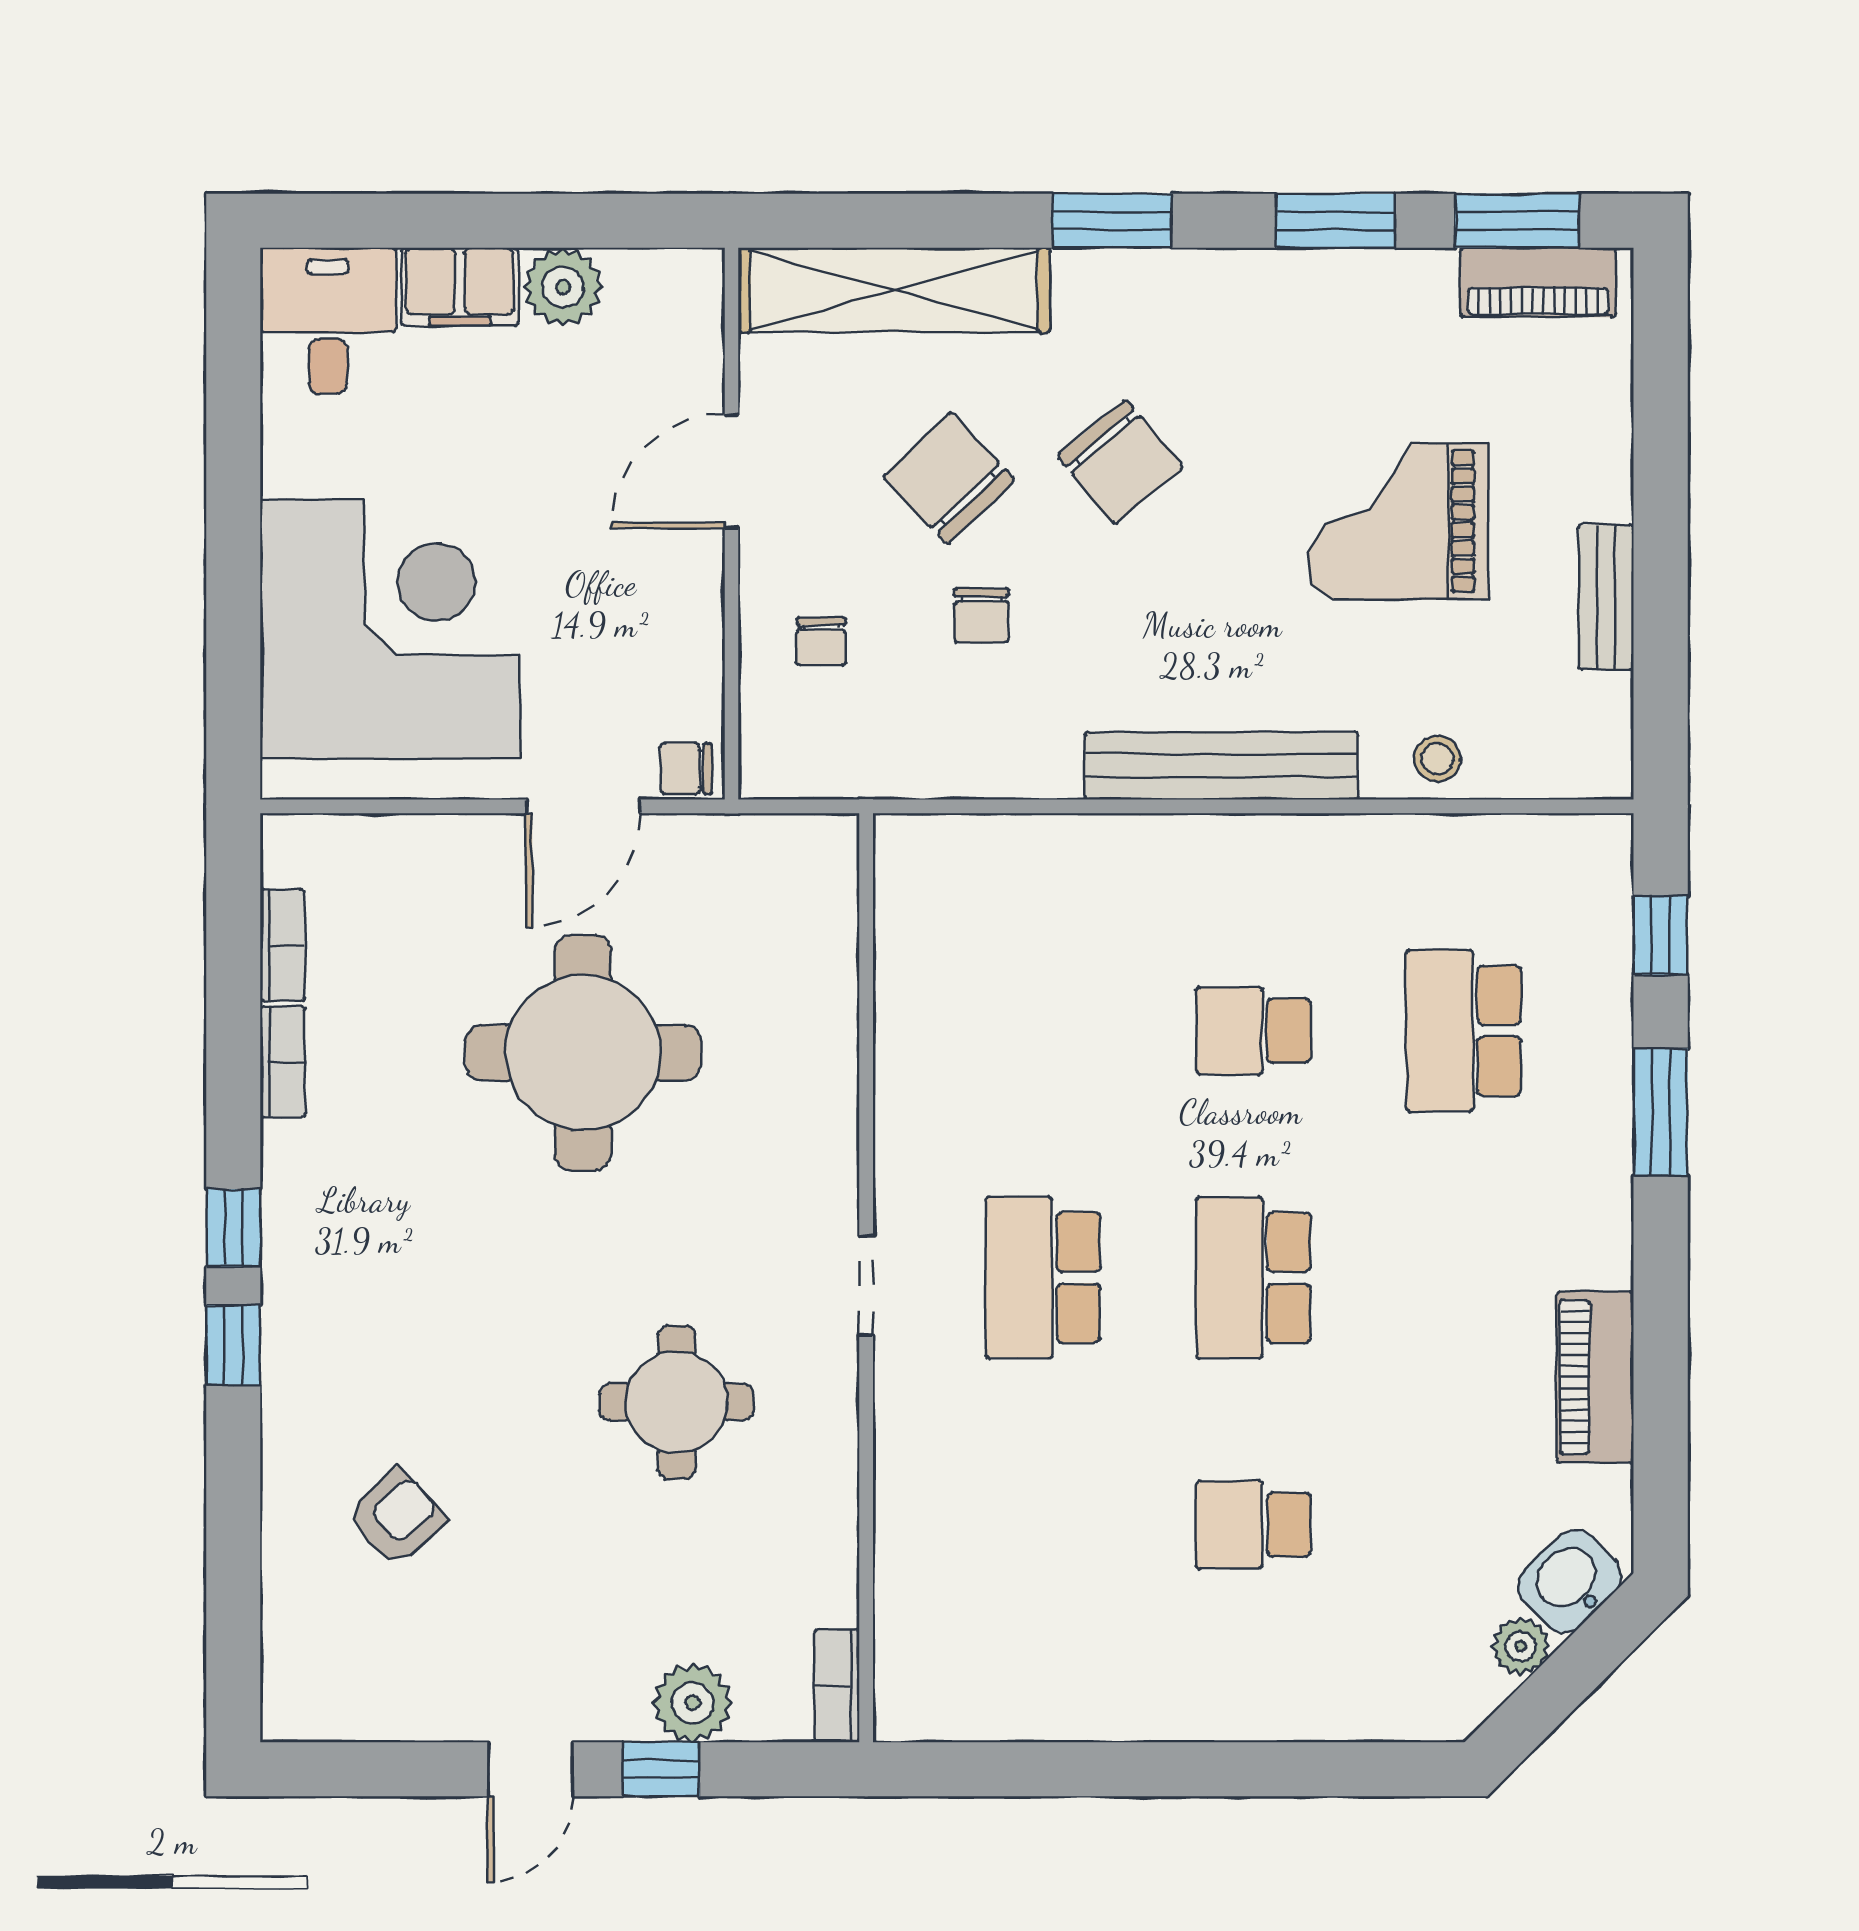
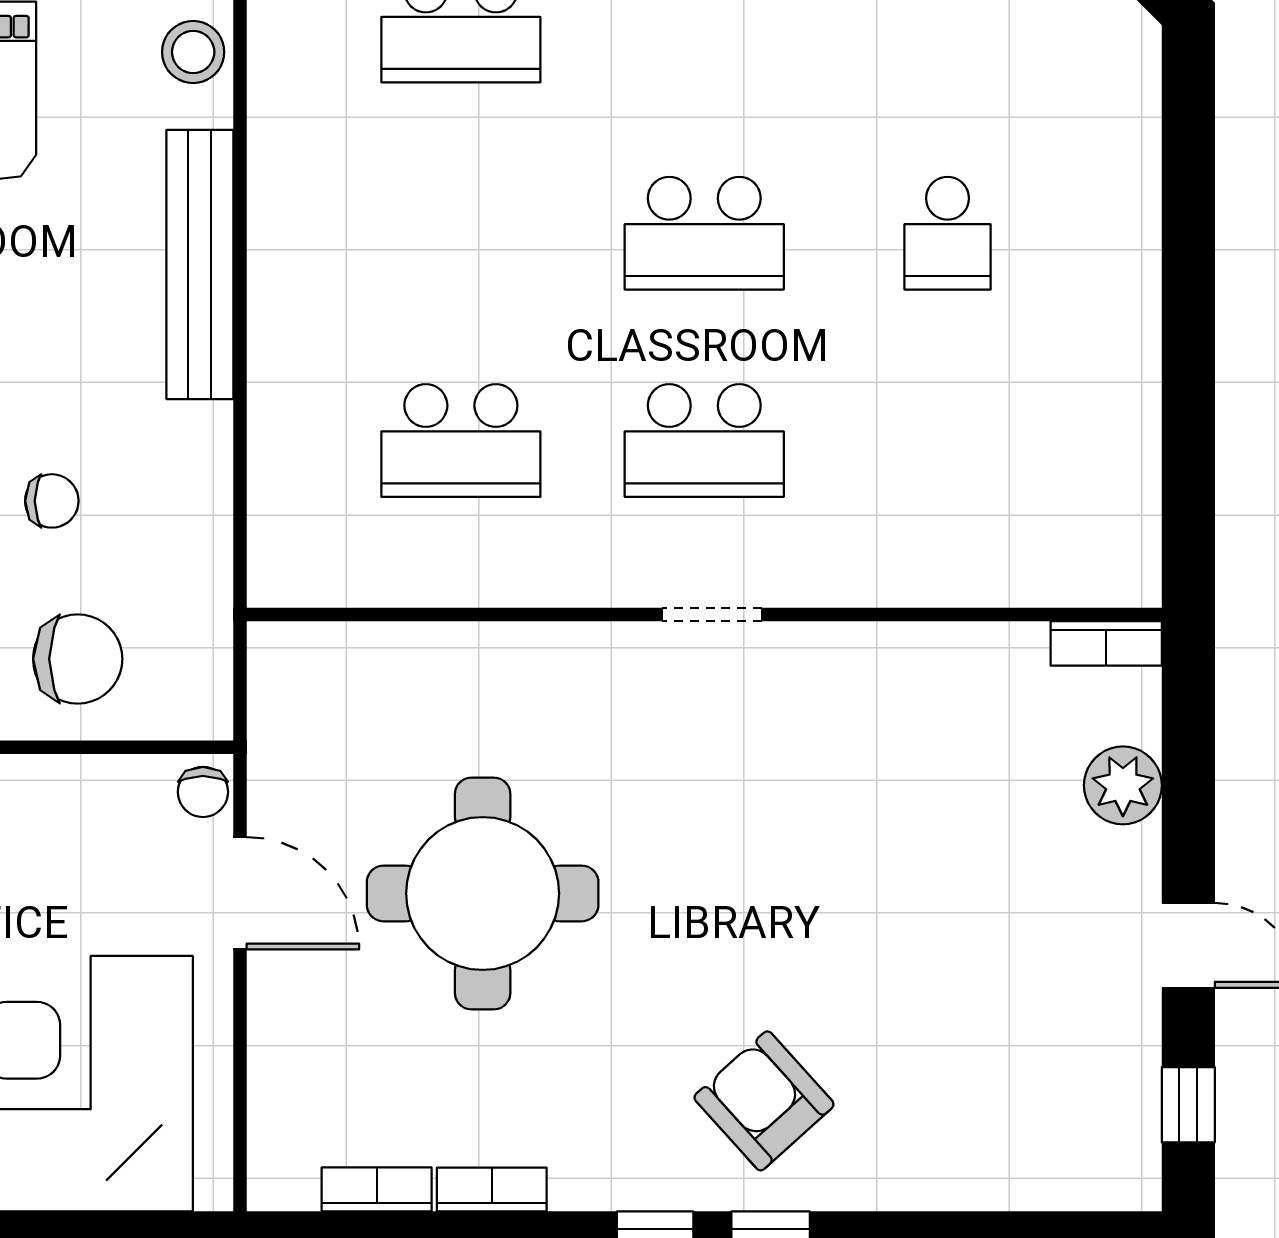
chair: (821, 642) -> (78, 659), width x1.87, depth x1.87
stool: (1437, 759) -> (193, 52), width x1.37, depth x1.37
school desk: (1253, 1031) -> (461, 440), moved, width x1.85
round table: (676, 1402) -> (827, 801), removed
armchair: (396, 1517) -> (764, 1101), moved, width x1.38, depth x1.38
window: (661, 1769) -> (1188, 1105), moved

